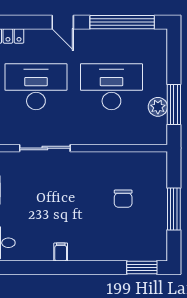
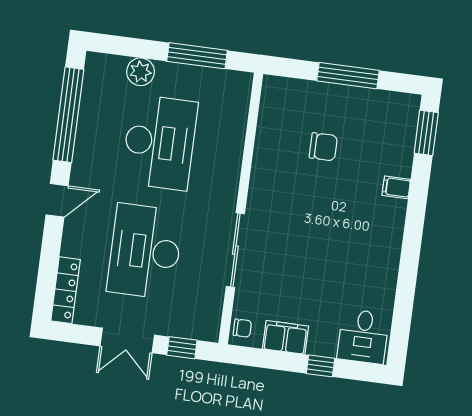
desk: (111, 87) -> (160, 142), turned 180
plant: (158, 107) -> (141, 72), moved
filing cabinet: (61, 252) -> (396, 187), moved

